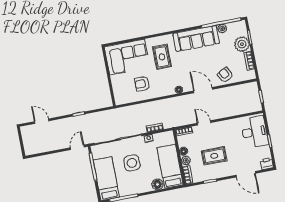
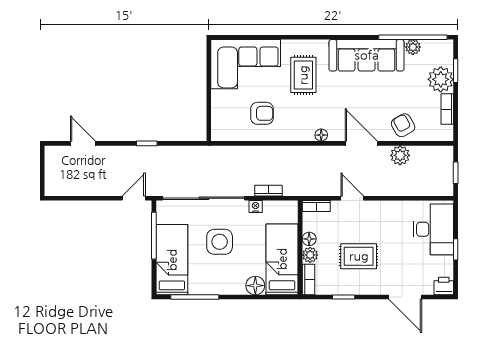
armchair: (142, 84) -> (262, 113), turned 180
plant: (227, 93) -> (400, 155), added

